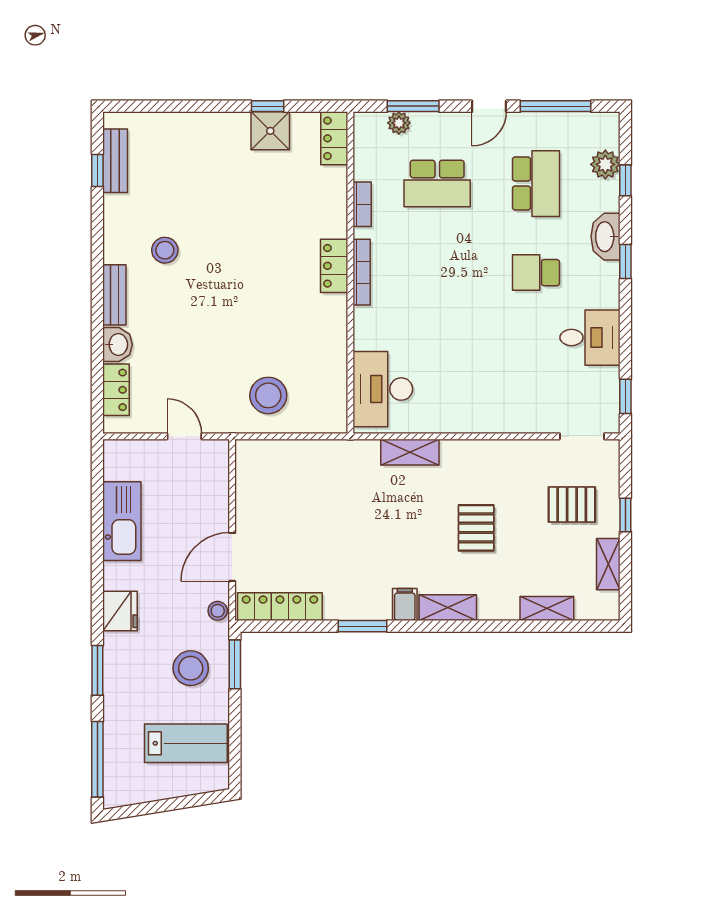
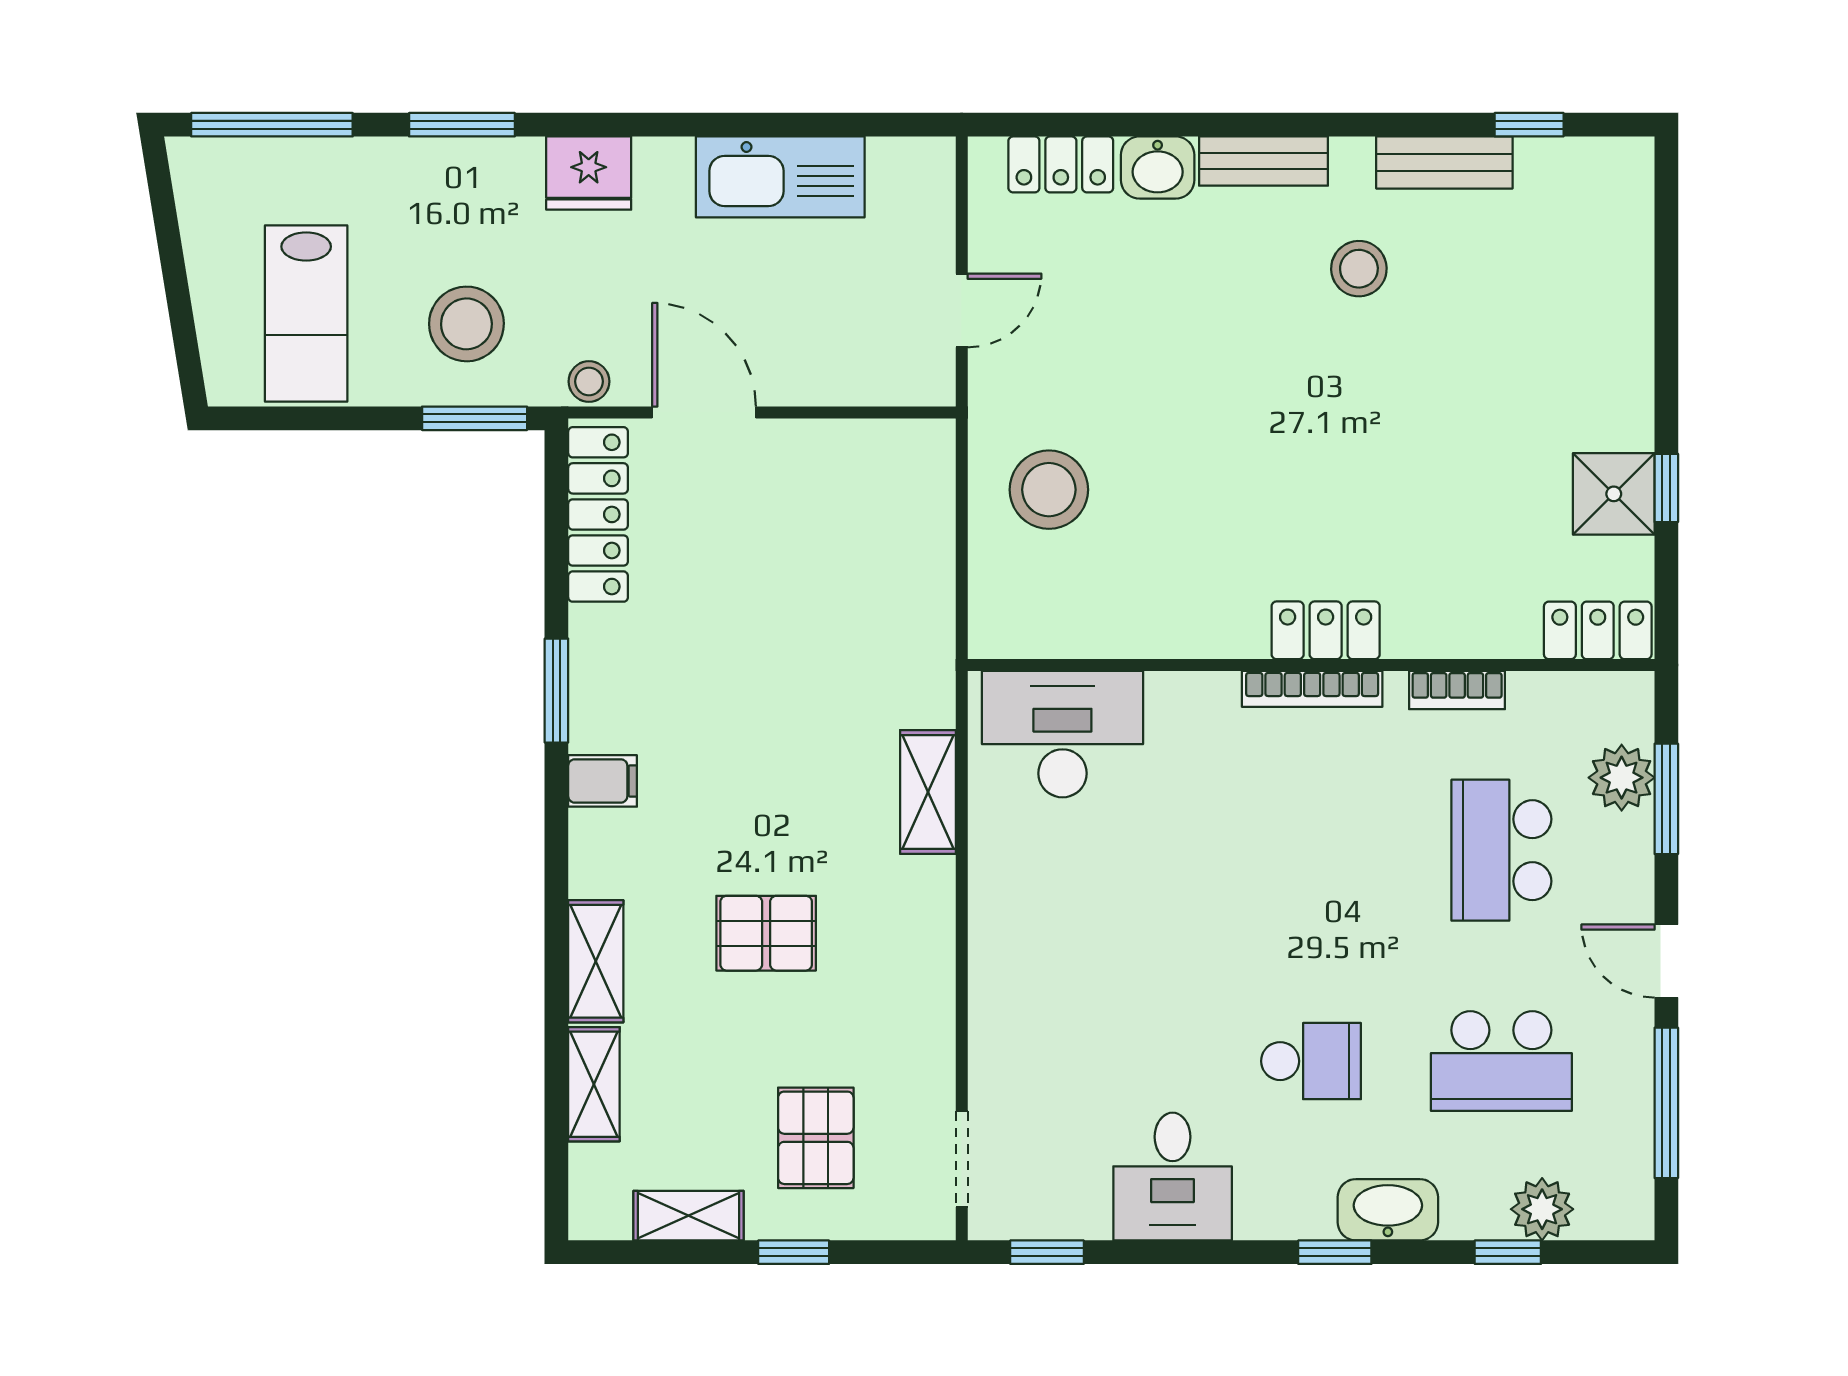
plant: (399, 123) -> (1622, 778), width x1.38, depth x1.38
bench: (115, 161) -> (1444, 162), moved
school desk: (536, 273) -> (1311, 1061), turned 90
shelving: (448, 608) -> (596, 961), moved

